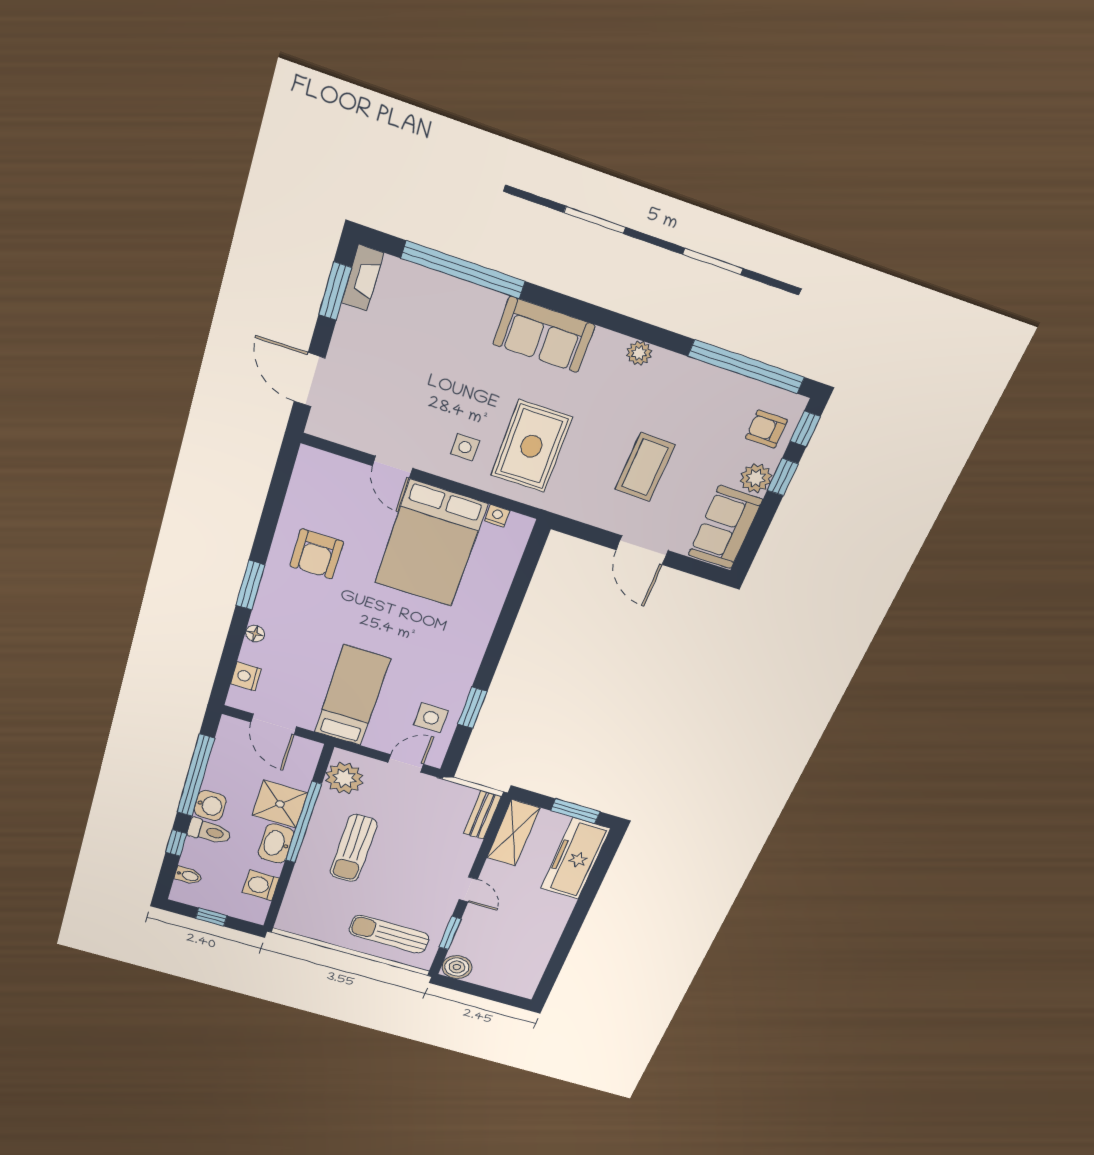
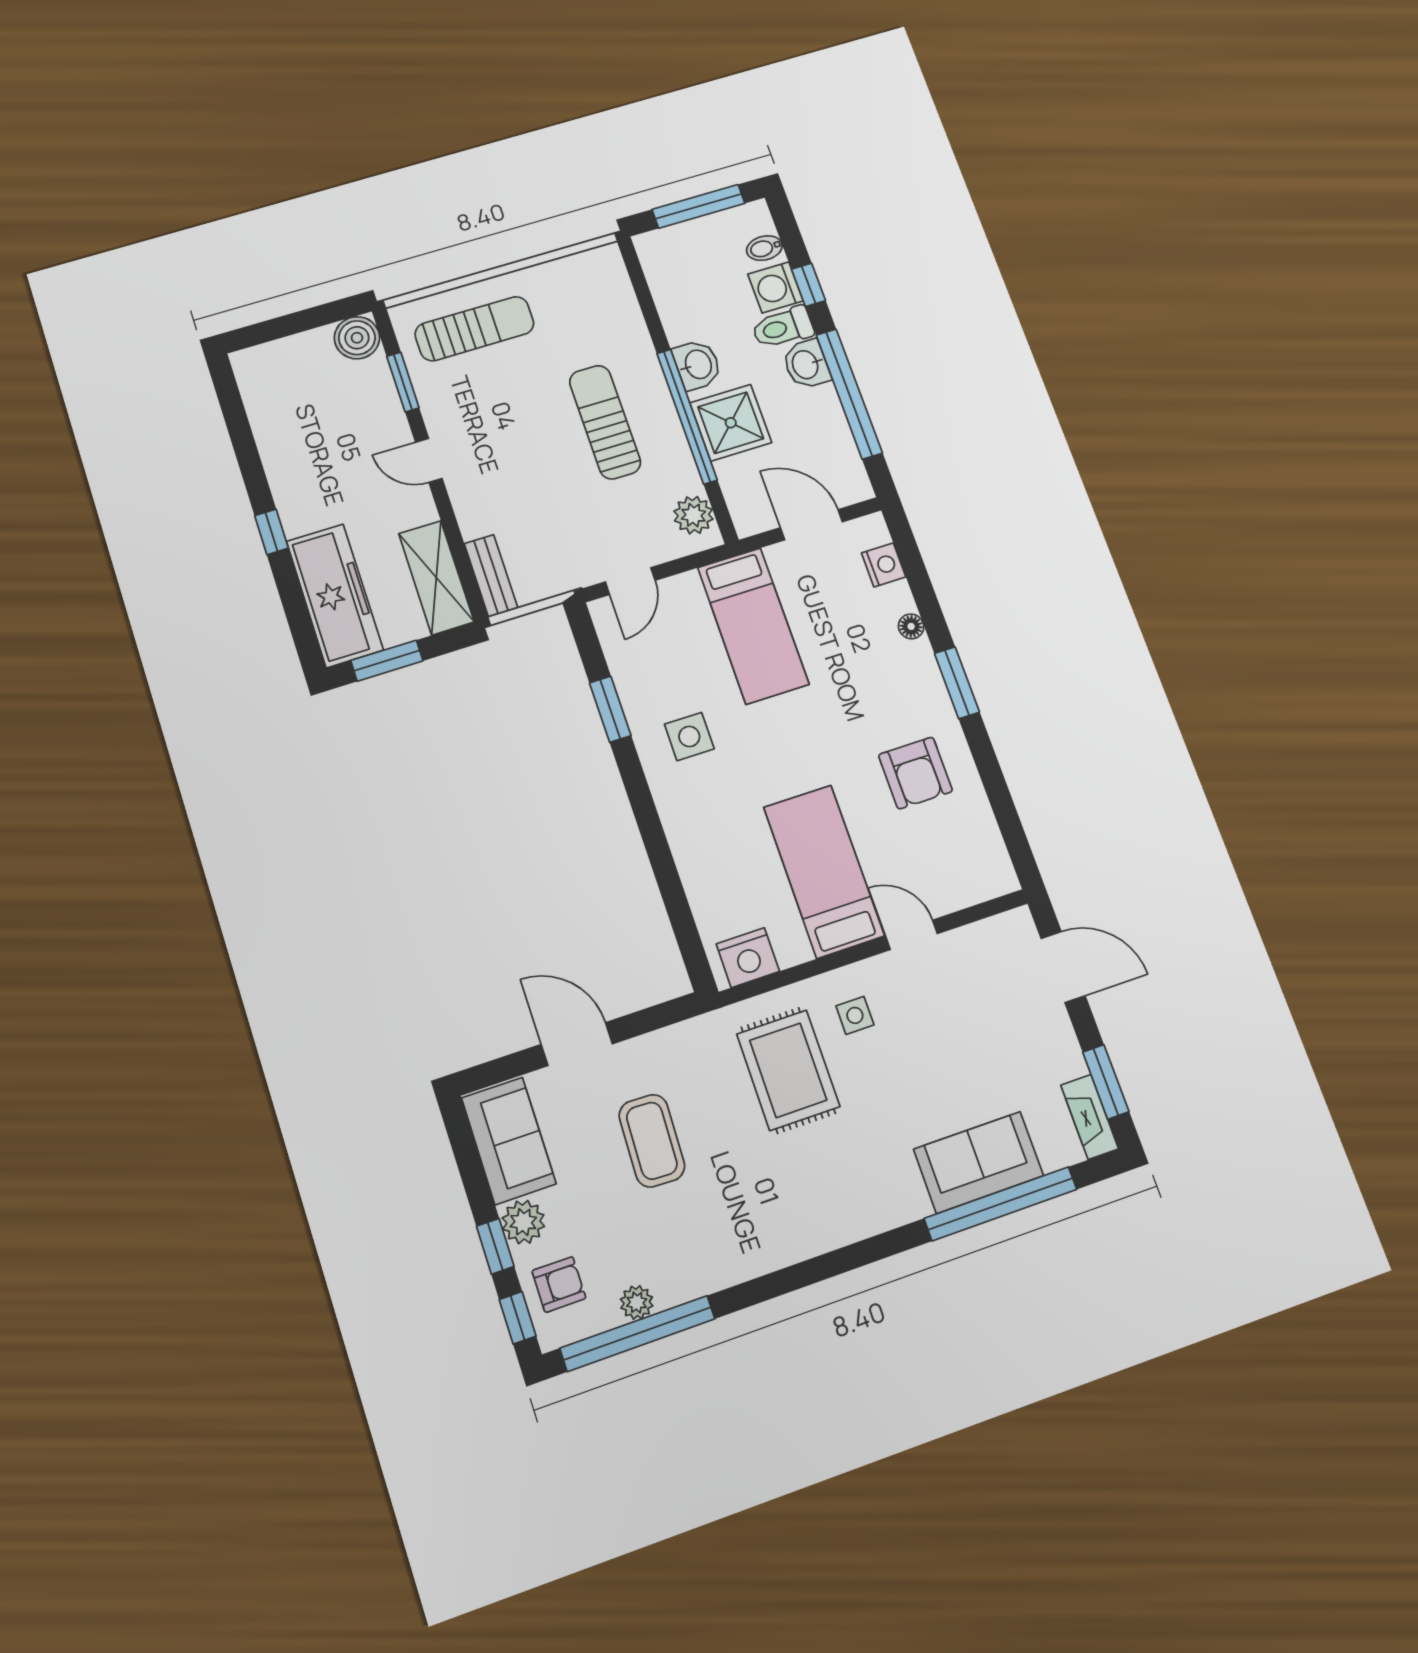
sofa: (544, 335) -> (979, 1162), moved
plant: (639, 353) -> (637, 1303), moved
nightstand: (497, 516) -> (748, 958), width x1.89, depth x1.79
bed: (431, 544) -> (824, 871), width x0.67
armchair: (317, 554) -> (916, 773), turned 180
side table: (431, 718) -> (689, 736), moved
plant: (344, 778) -> (693, 515), width x0.73, depth x0.73
washbasin: (276, 844) -> (697, 365), width x0.72
washing machine: (261, 885) -> (775, 287), moved, turned 180
window: (582, 908) -> (271, 532), added
window: (211, 917) -> (698, 206), width x2.17

